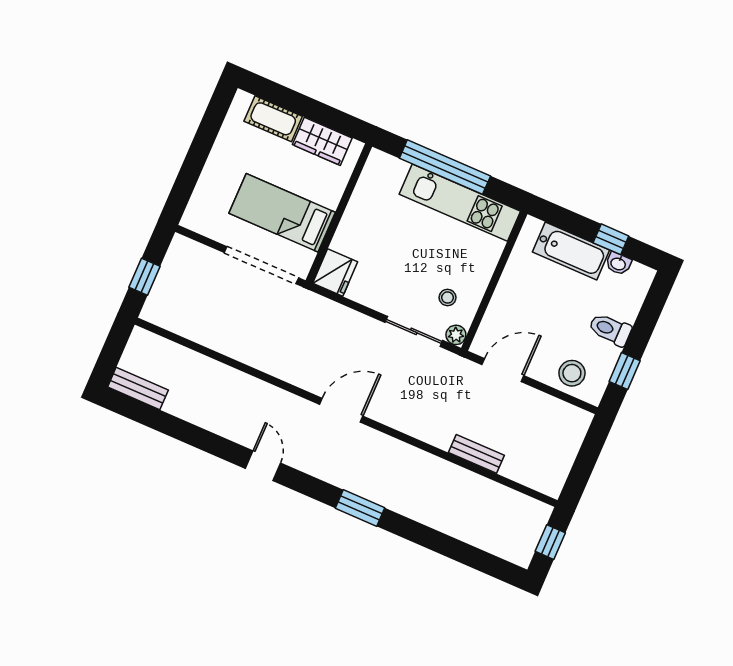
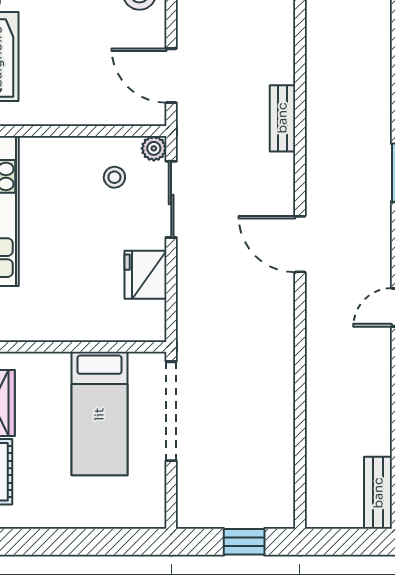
fridge: (335, 272) -> (145, 275), moved, turned -90
bench: (476, 454) -> (282, 118), moved

